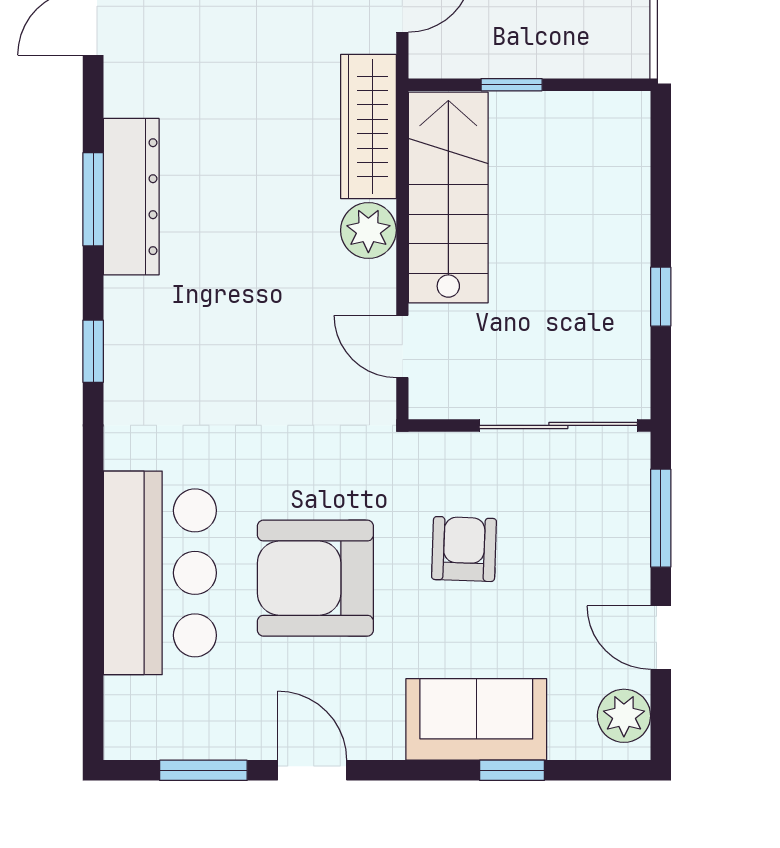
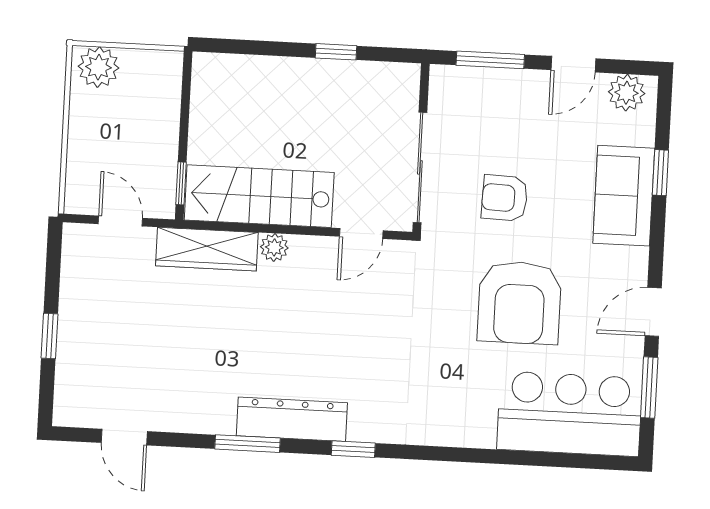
window: (512, 85) -> (181, 183), moved
dresser: (131, 197) -> (292, 419), moved
plant: (368, 230) -> (274, 247), width x0.73, depth x0.73
sliding door: (558, 425) -> (420, 167), moved
bar counter: (160, 573) -> (570, 414), moved

